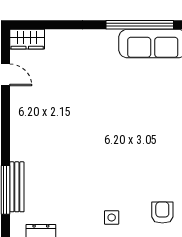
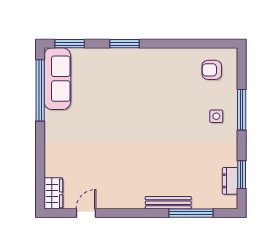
bench: (17, 187) -> (168, 203), moved

